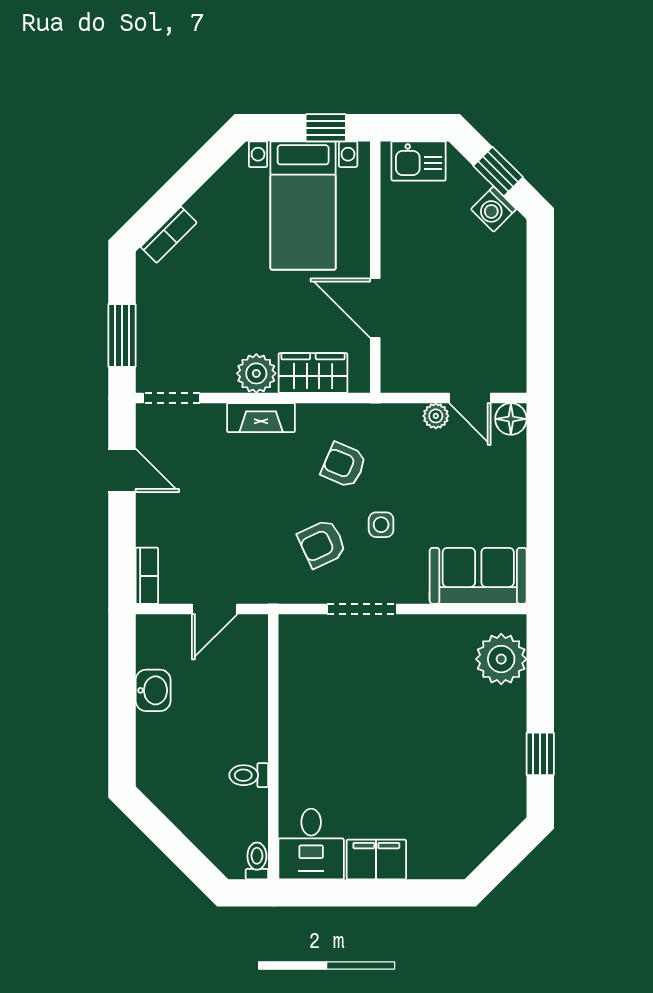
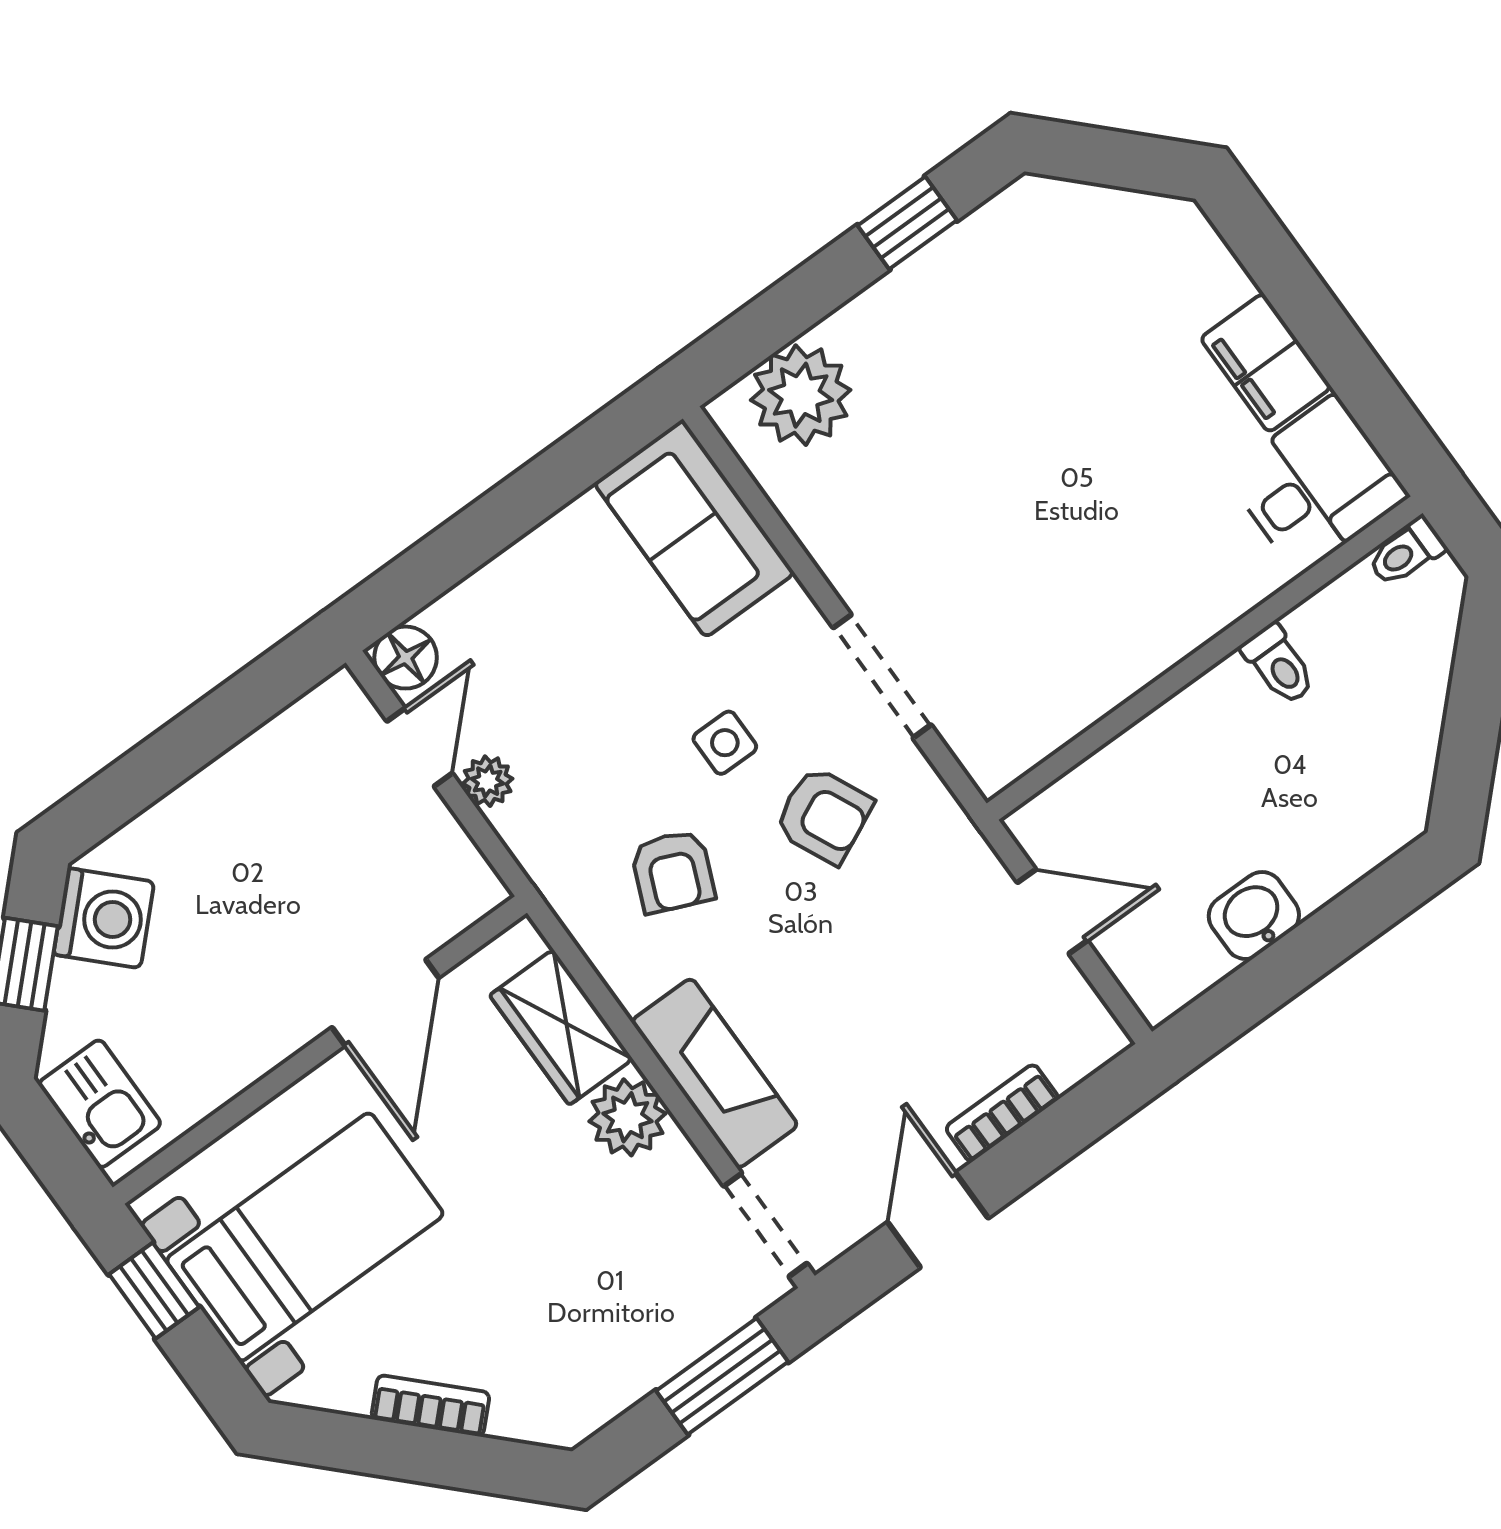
washing machine: (494, 209) -> (104, 918), width x1.38, depth x1.38
bookcase: (169, 235) -> (430, 1406), moved
fireplace: (261, 418) -> (715, 1073), width x1.37, depth x1.32
bookcase: (147, 576) -> (1002, 1113), moved

